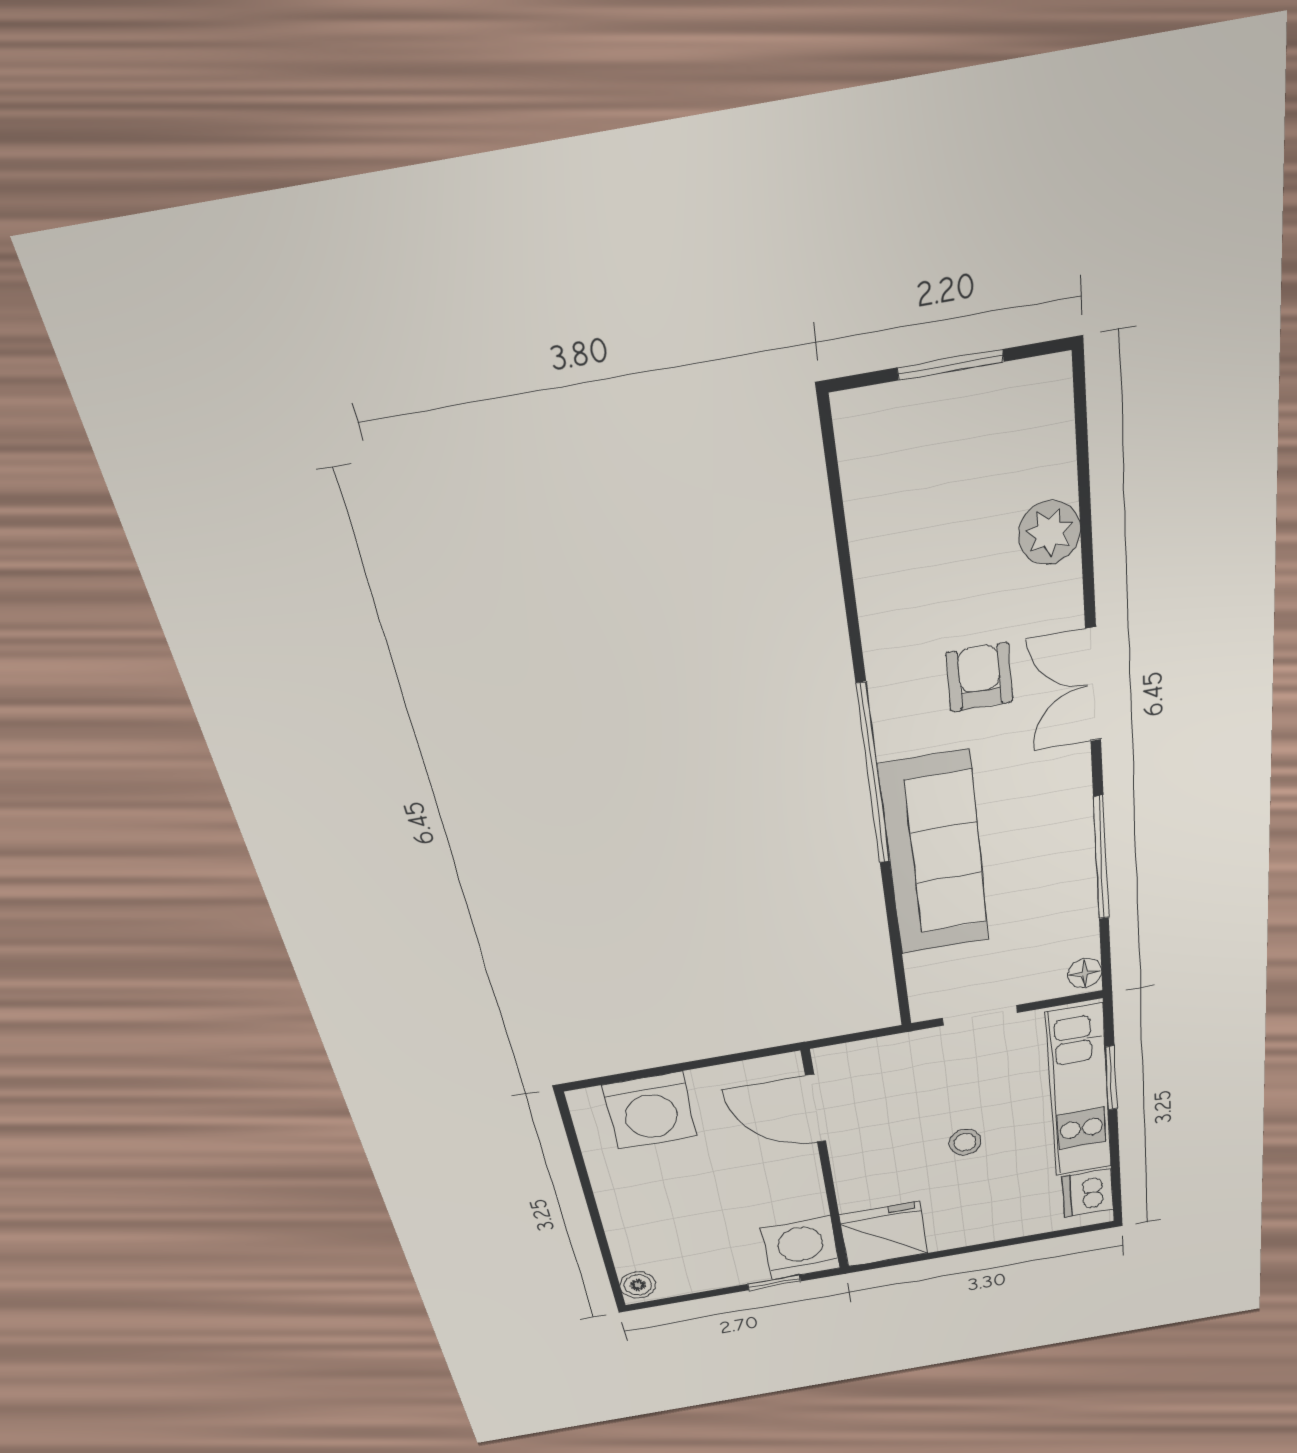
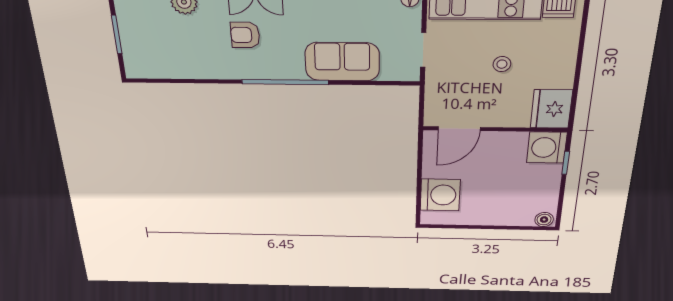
sofa: (935, 855) -> (342, 62), width x0.73

